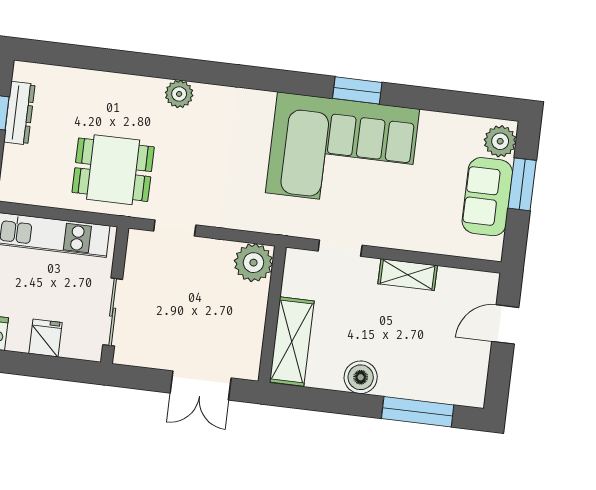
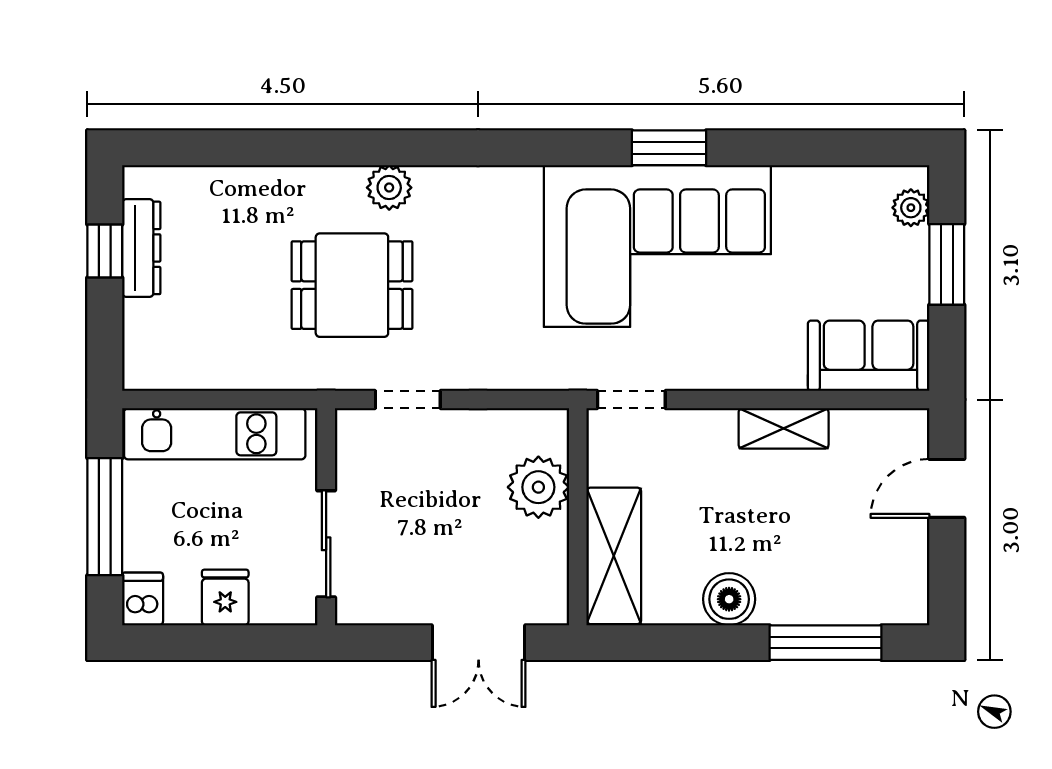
plant: (500, 141) -> (911, 208), width x0.73, depth x0.73
dining table: (113, 170) -> (352, 285), moved
sofa: (487, 197) -> (869, 356), moved, turned 90
doorway: (340, 248) -> (631, 400), moved
plant: (253, 263) -> (538, 487), moved

